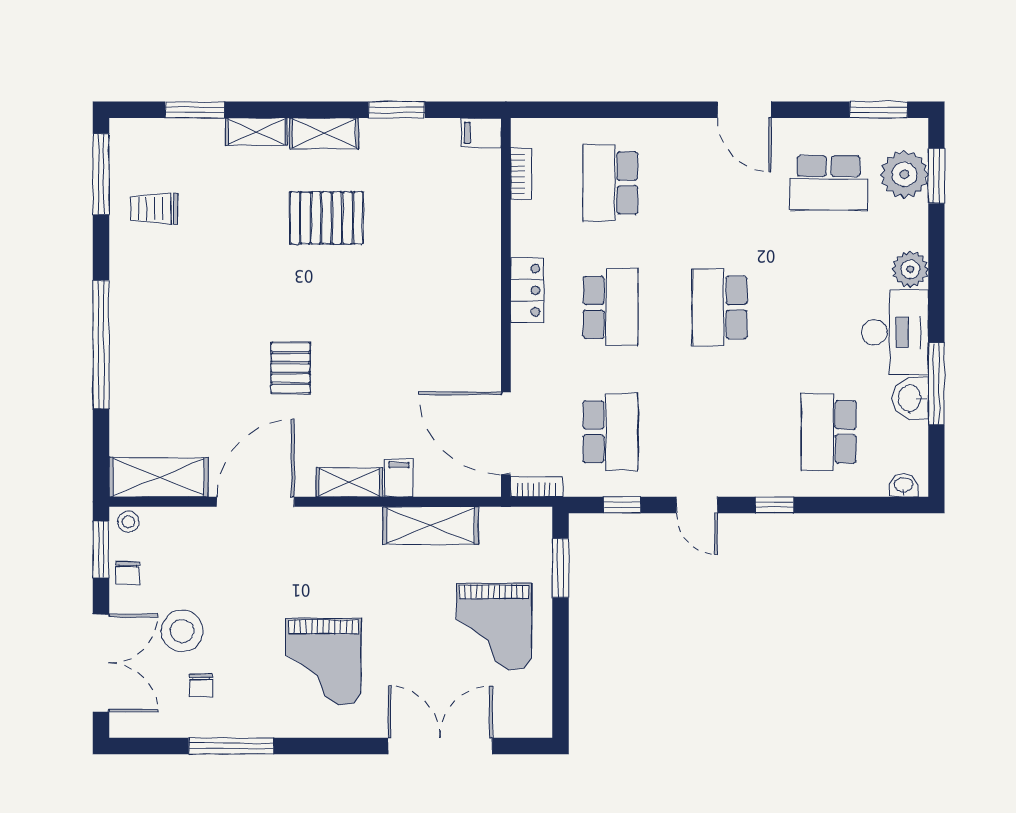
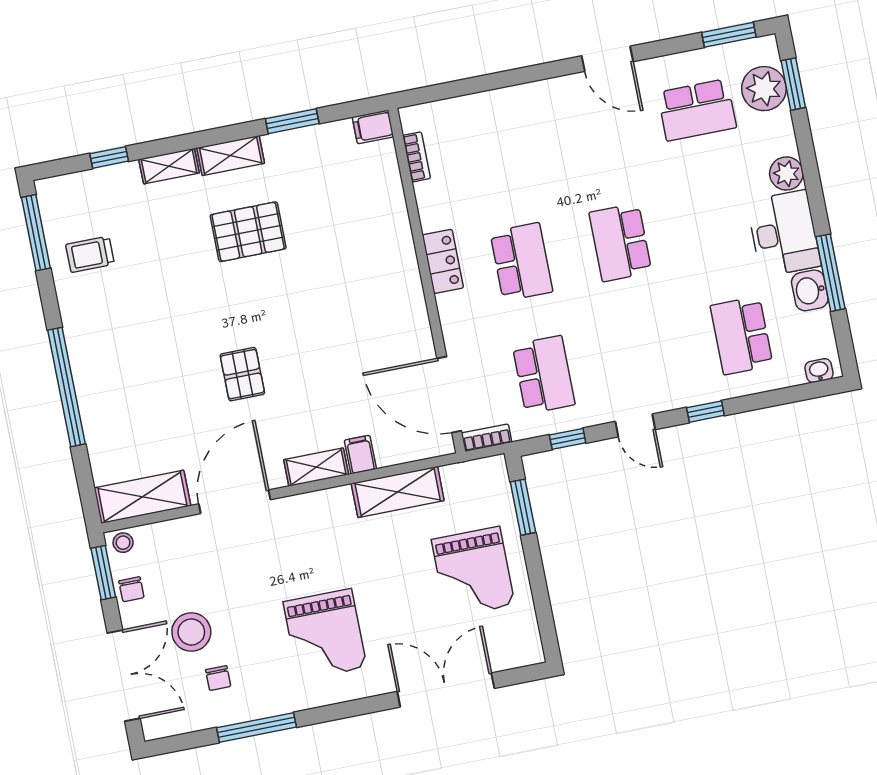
window: (195, 110) -> (109, 157), width x0.67
school desk: (610, 183) -> (499, 149), removed

